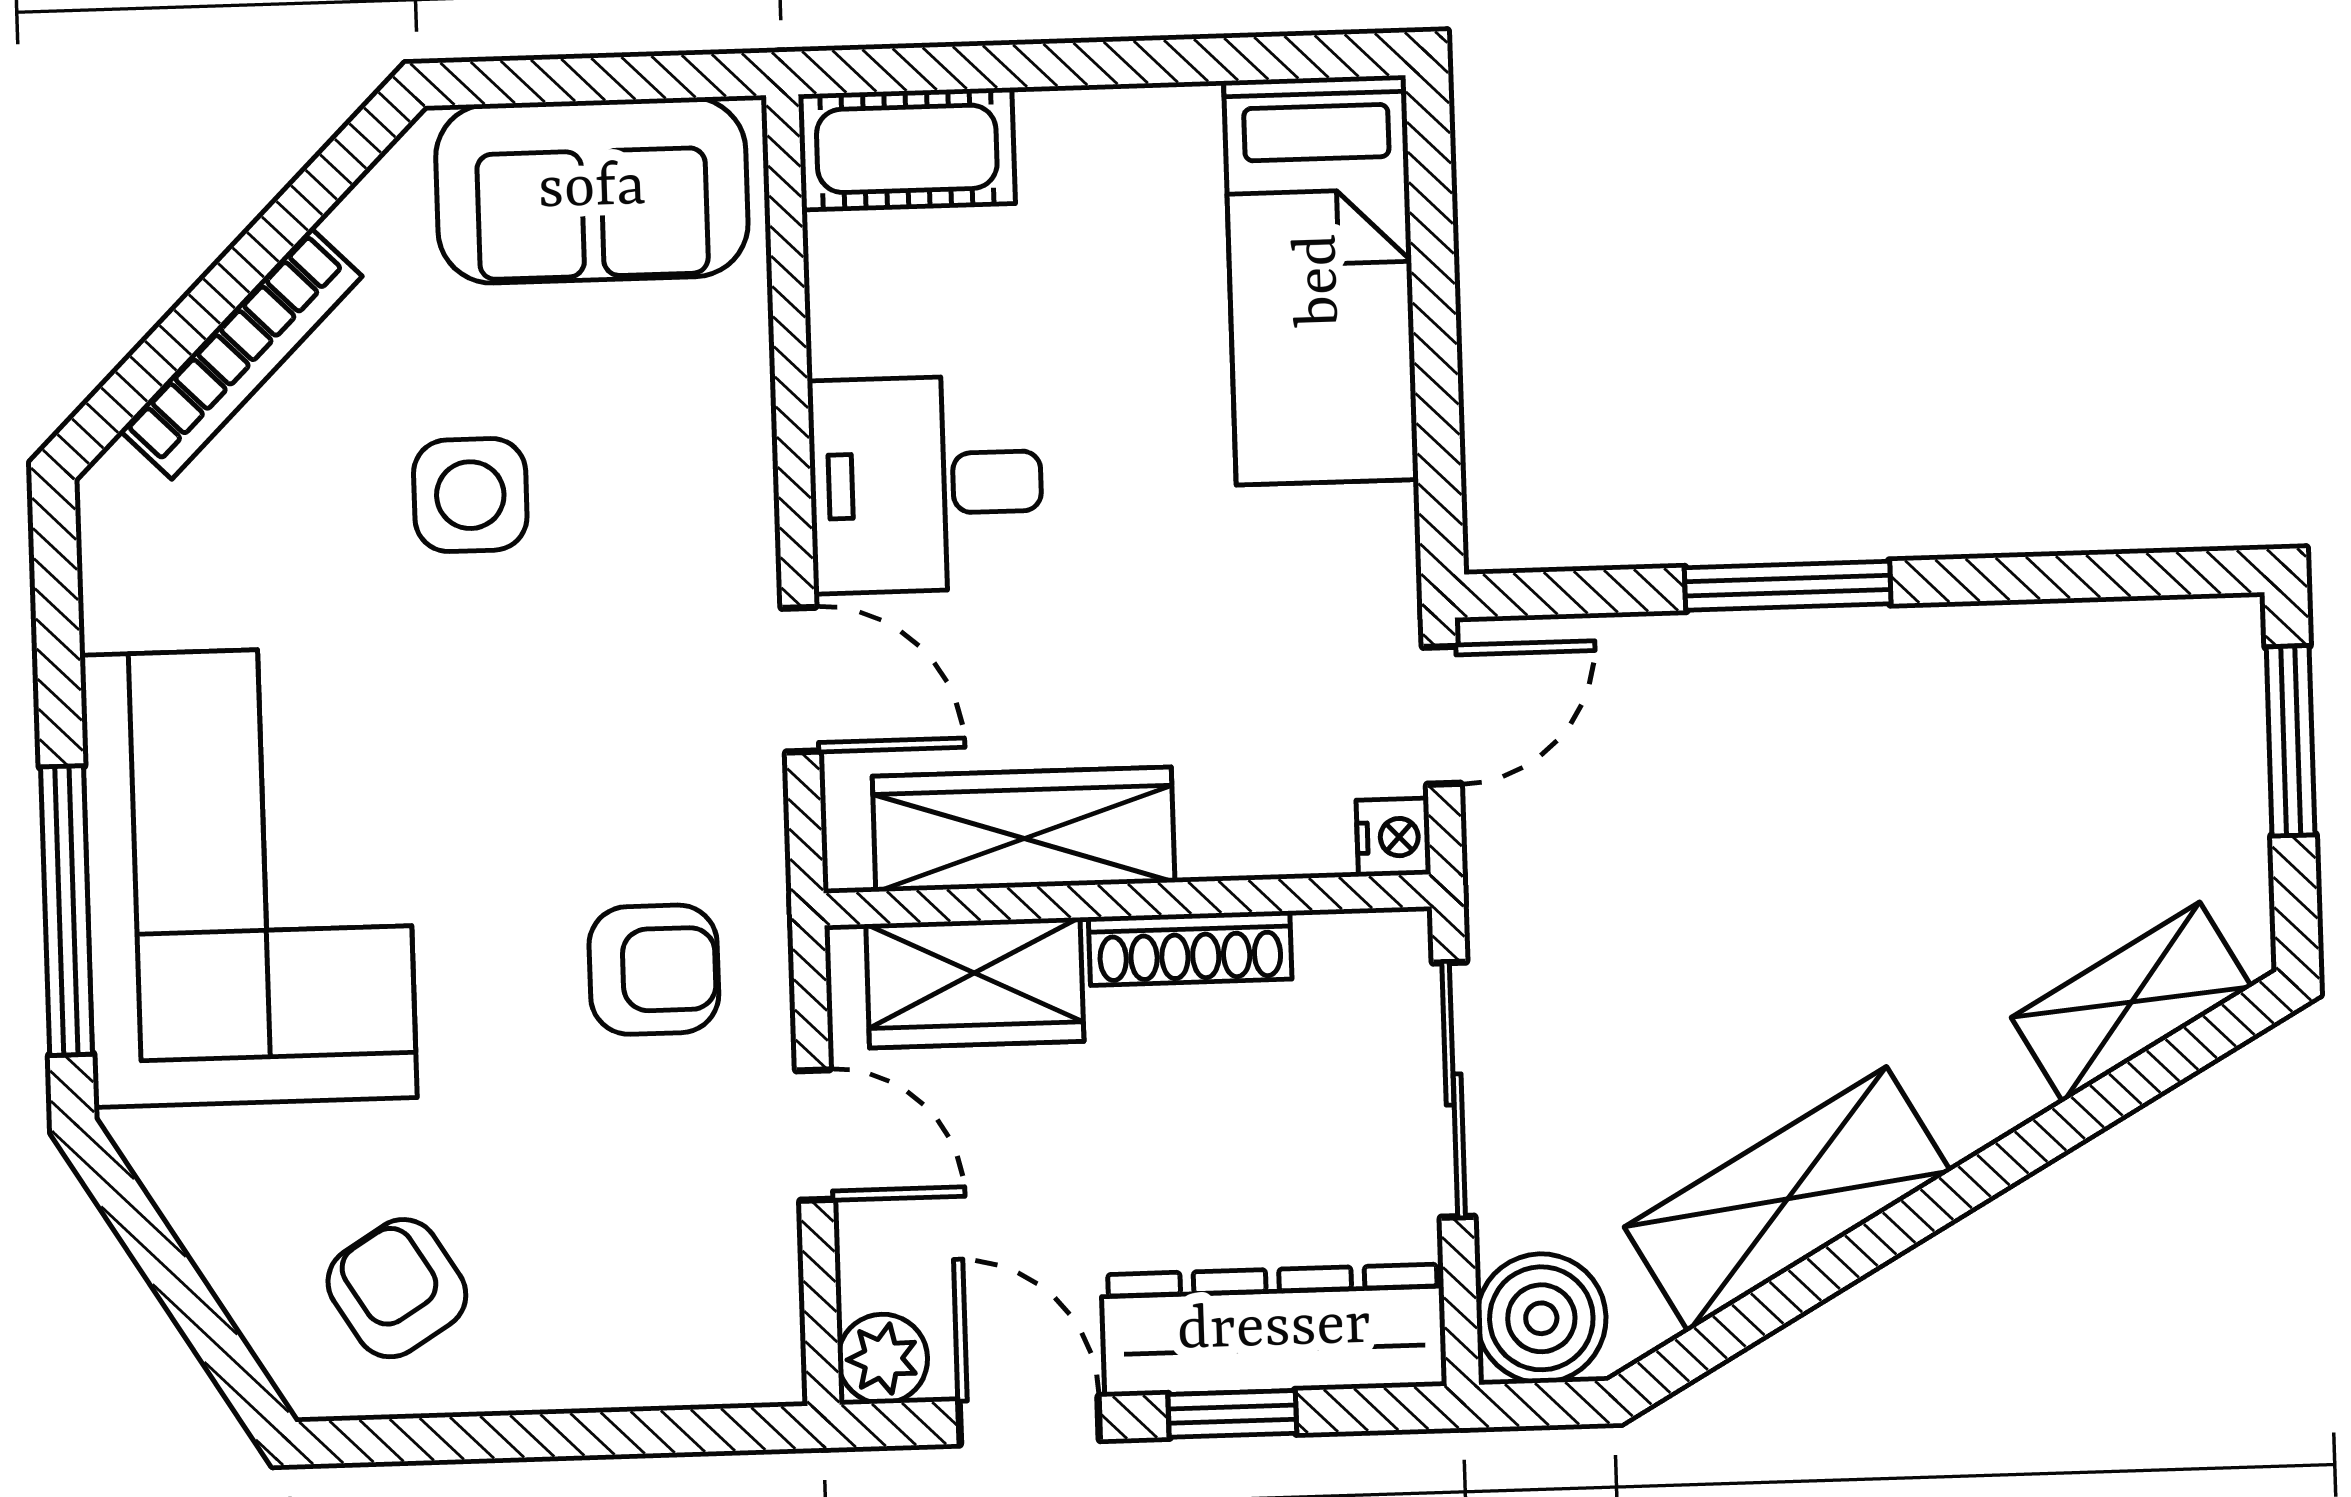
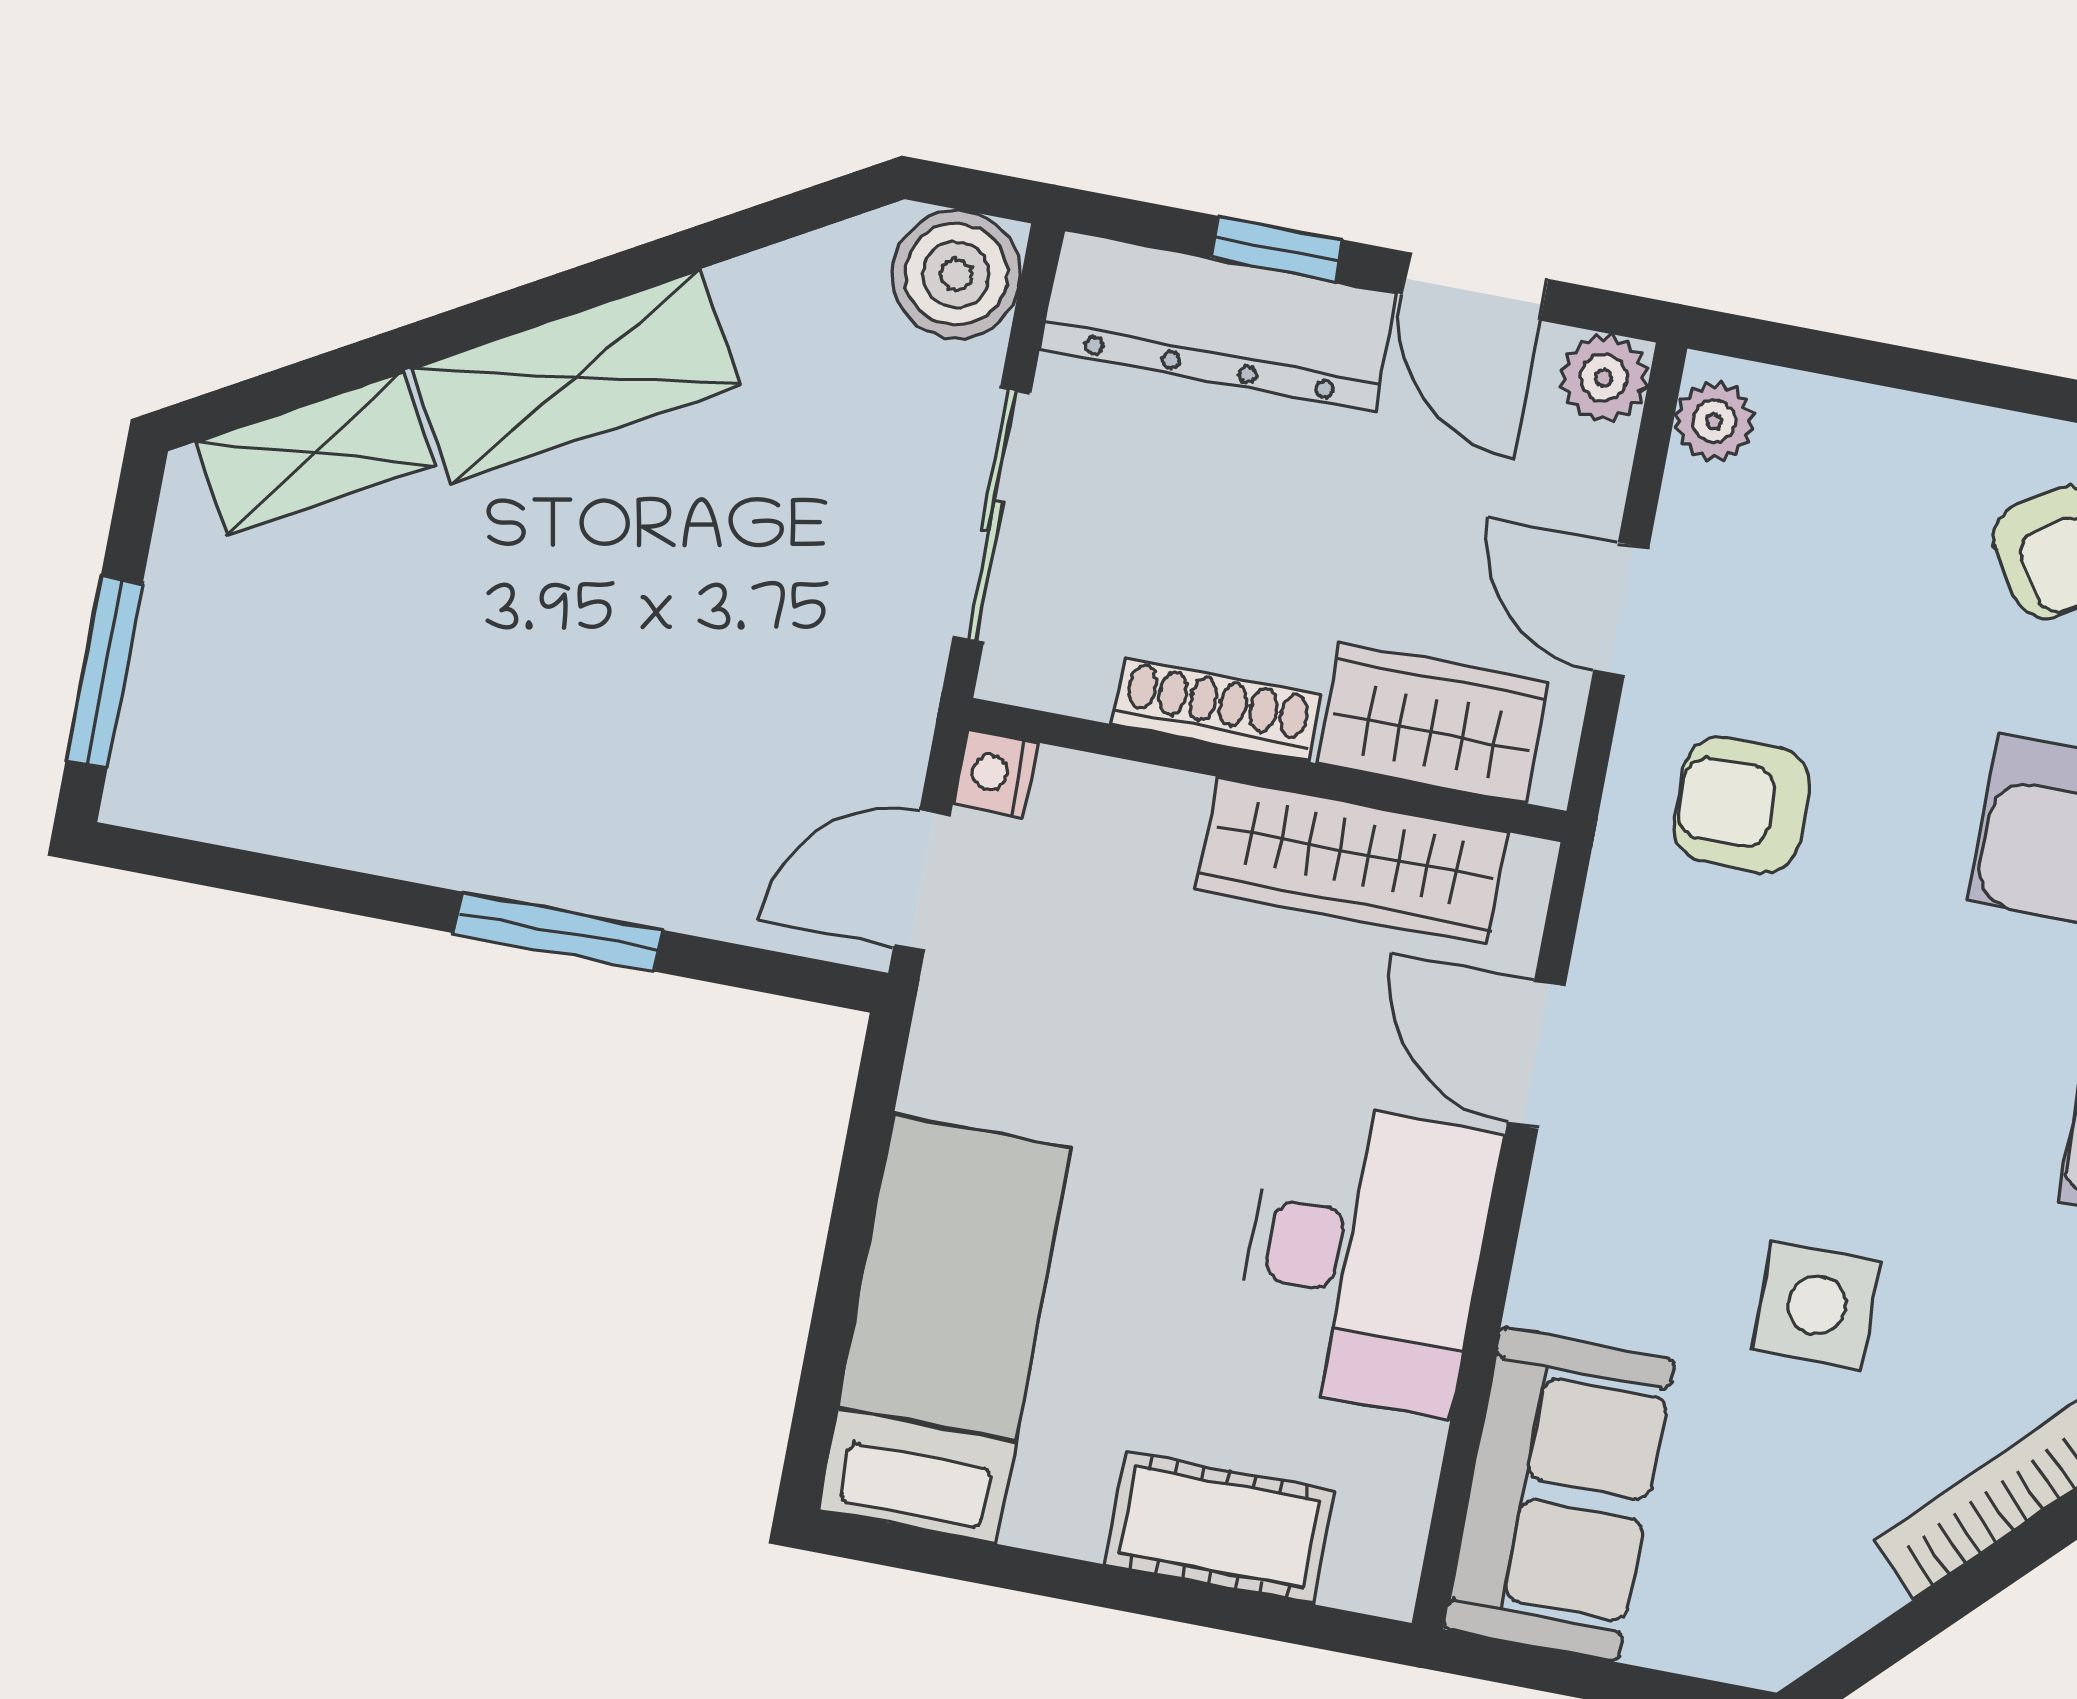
cot: (907, 149) -> (1219, 1528), moved
sofa: (592, 190) -> (1559, 1494), moved, turned 90
desk: (926, 484) -> (1365, 1256), width x1.37
shelving: (1787, 1199) -> (576, 376), moved
plant: (765, 1340) -> (1714, 421), added

